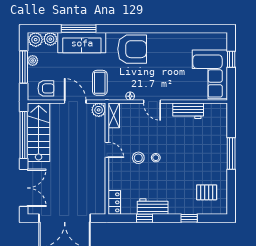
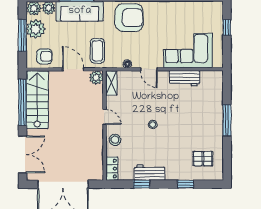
plant: (33, 60) -> (36, 29), width x1.87, depth x1.87
corner sofa: (210, 74) -> (188, 51), moved, turned 90
stool: (138, 158) -> (115, 140), moved

